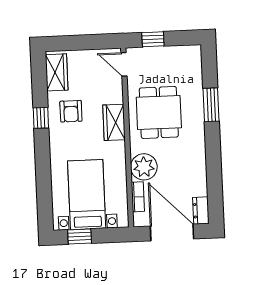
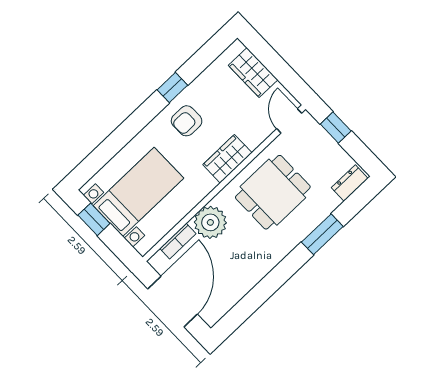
wardrobe: (57, 72) -> (253, 73), moved, turned 90
armchair: (71, 111) -> (187, 121), moved
dresser: (201, 211) -> (350, 183), moved

